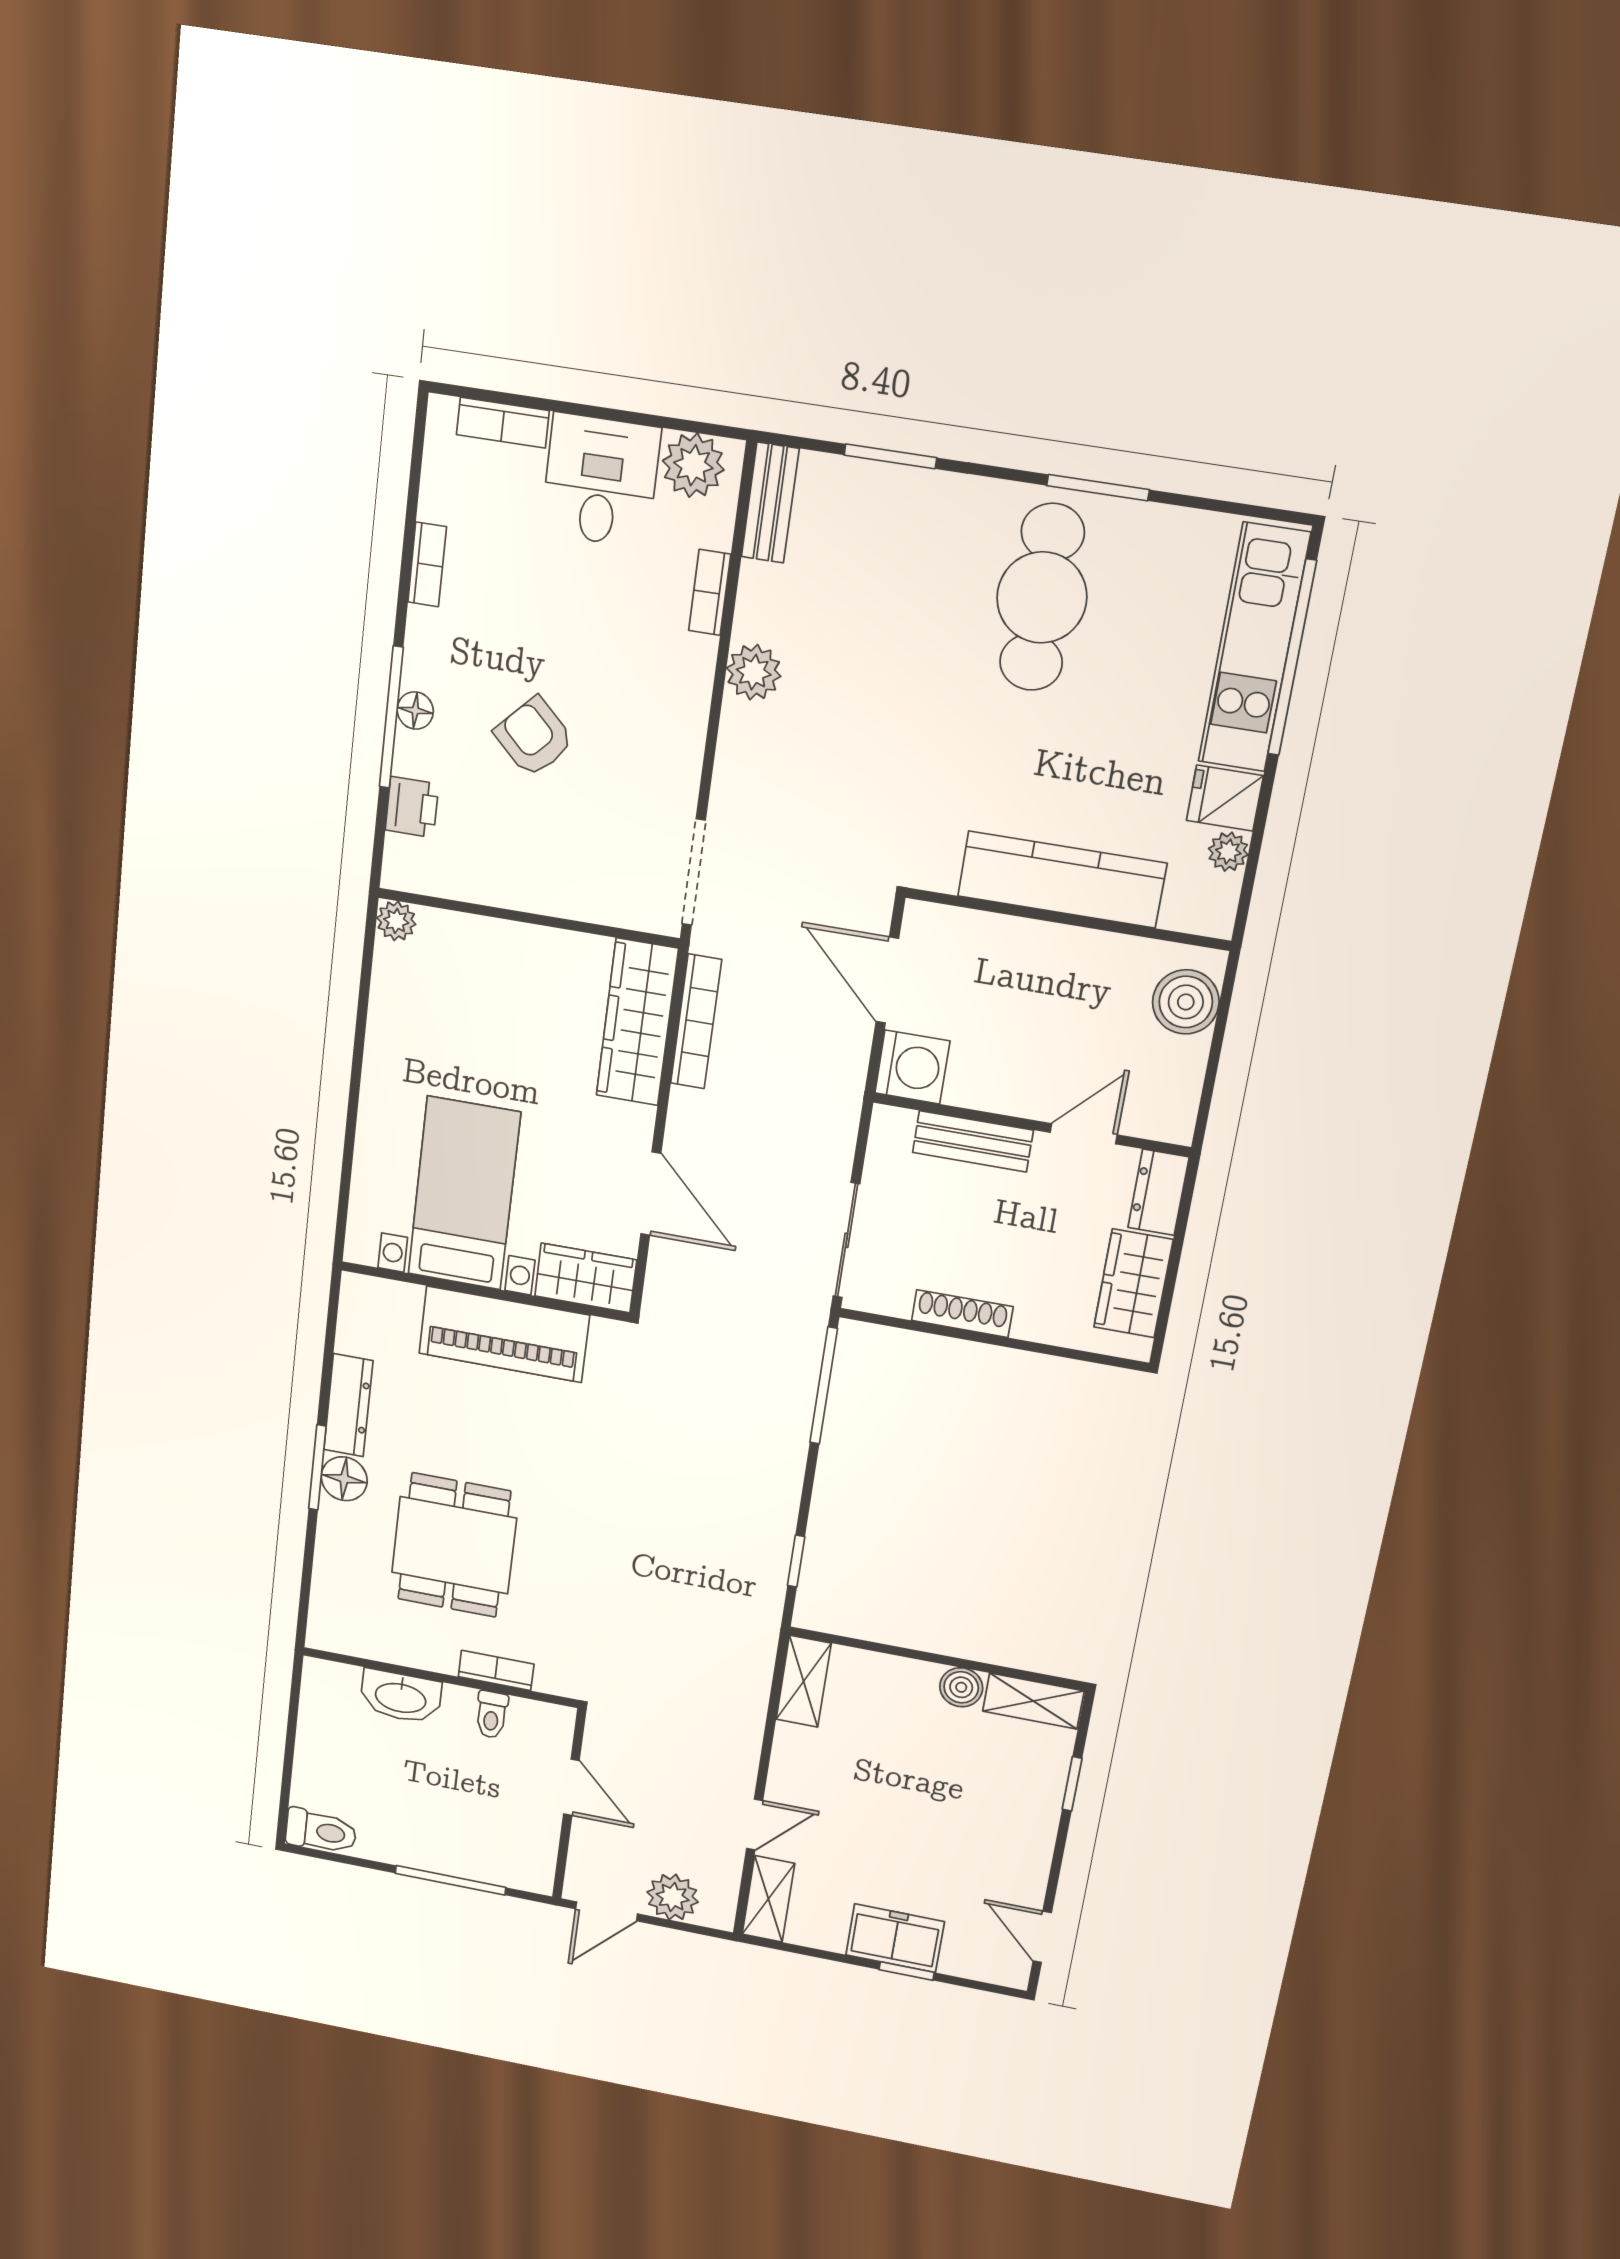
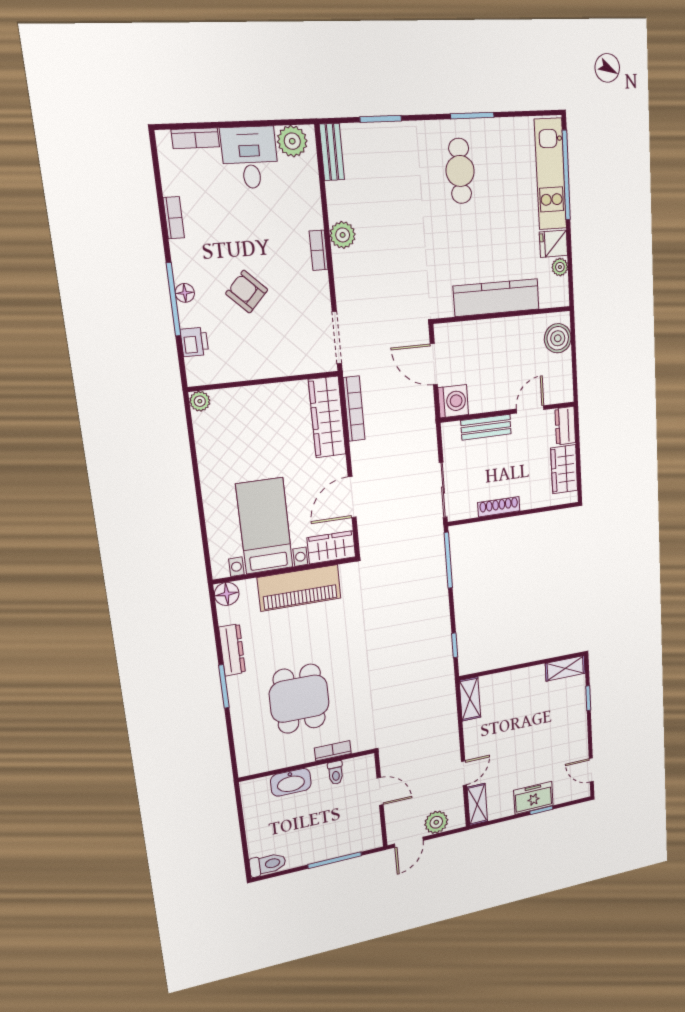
bookcase: (710, 592) -> (319, 250), moved
cafe table: (1042, 597) -> (460, 171), width x0.73, depth x0.74
door: (651, 1194) -> (352, 497), swing flipped
floor lamp: (344, 1479) -> (227, 594), moved
boiler: (961, 1687) -> (535, 674), removed

